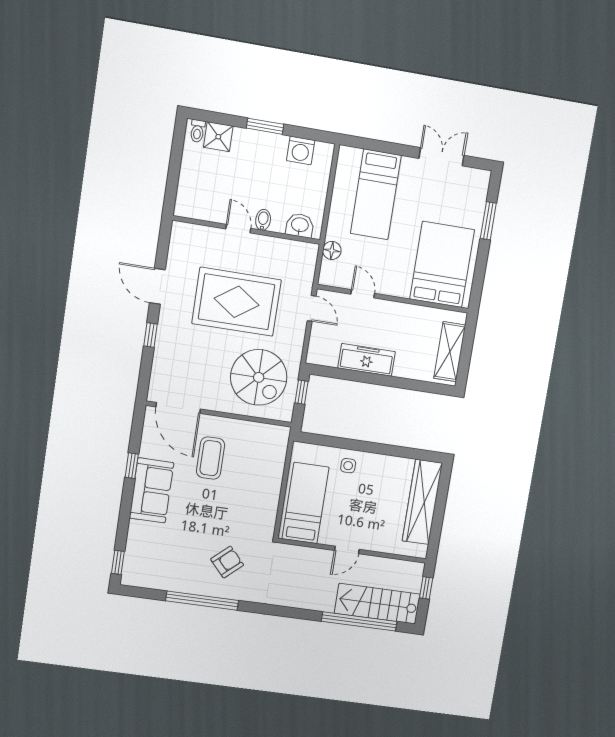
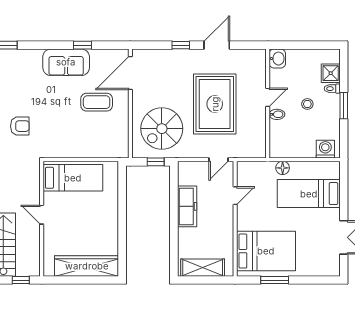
toilet: (197, 131) -> (332, 89), moved
washing machine: (301, 150) -> (325, 149), moved, turned 90
stool: (255, 176) -> (307, 104), added
window: (488, 221) -> (275, 280), moved
washbasin: (300, 225) -> (277, 59), moved
floor lamp: (332, 250) -> (283, 168), moved
side table: (348, 466) -> (106, 205), removed
armchair: (227, 562) -> (20, 126), turned -48

